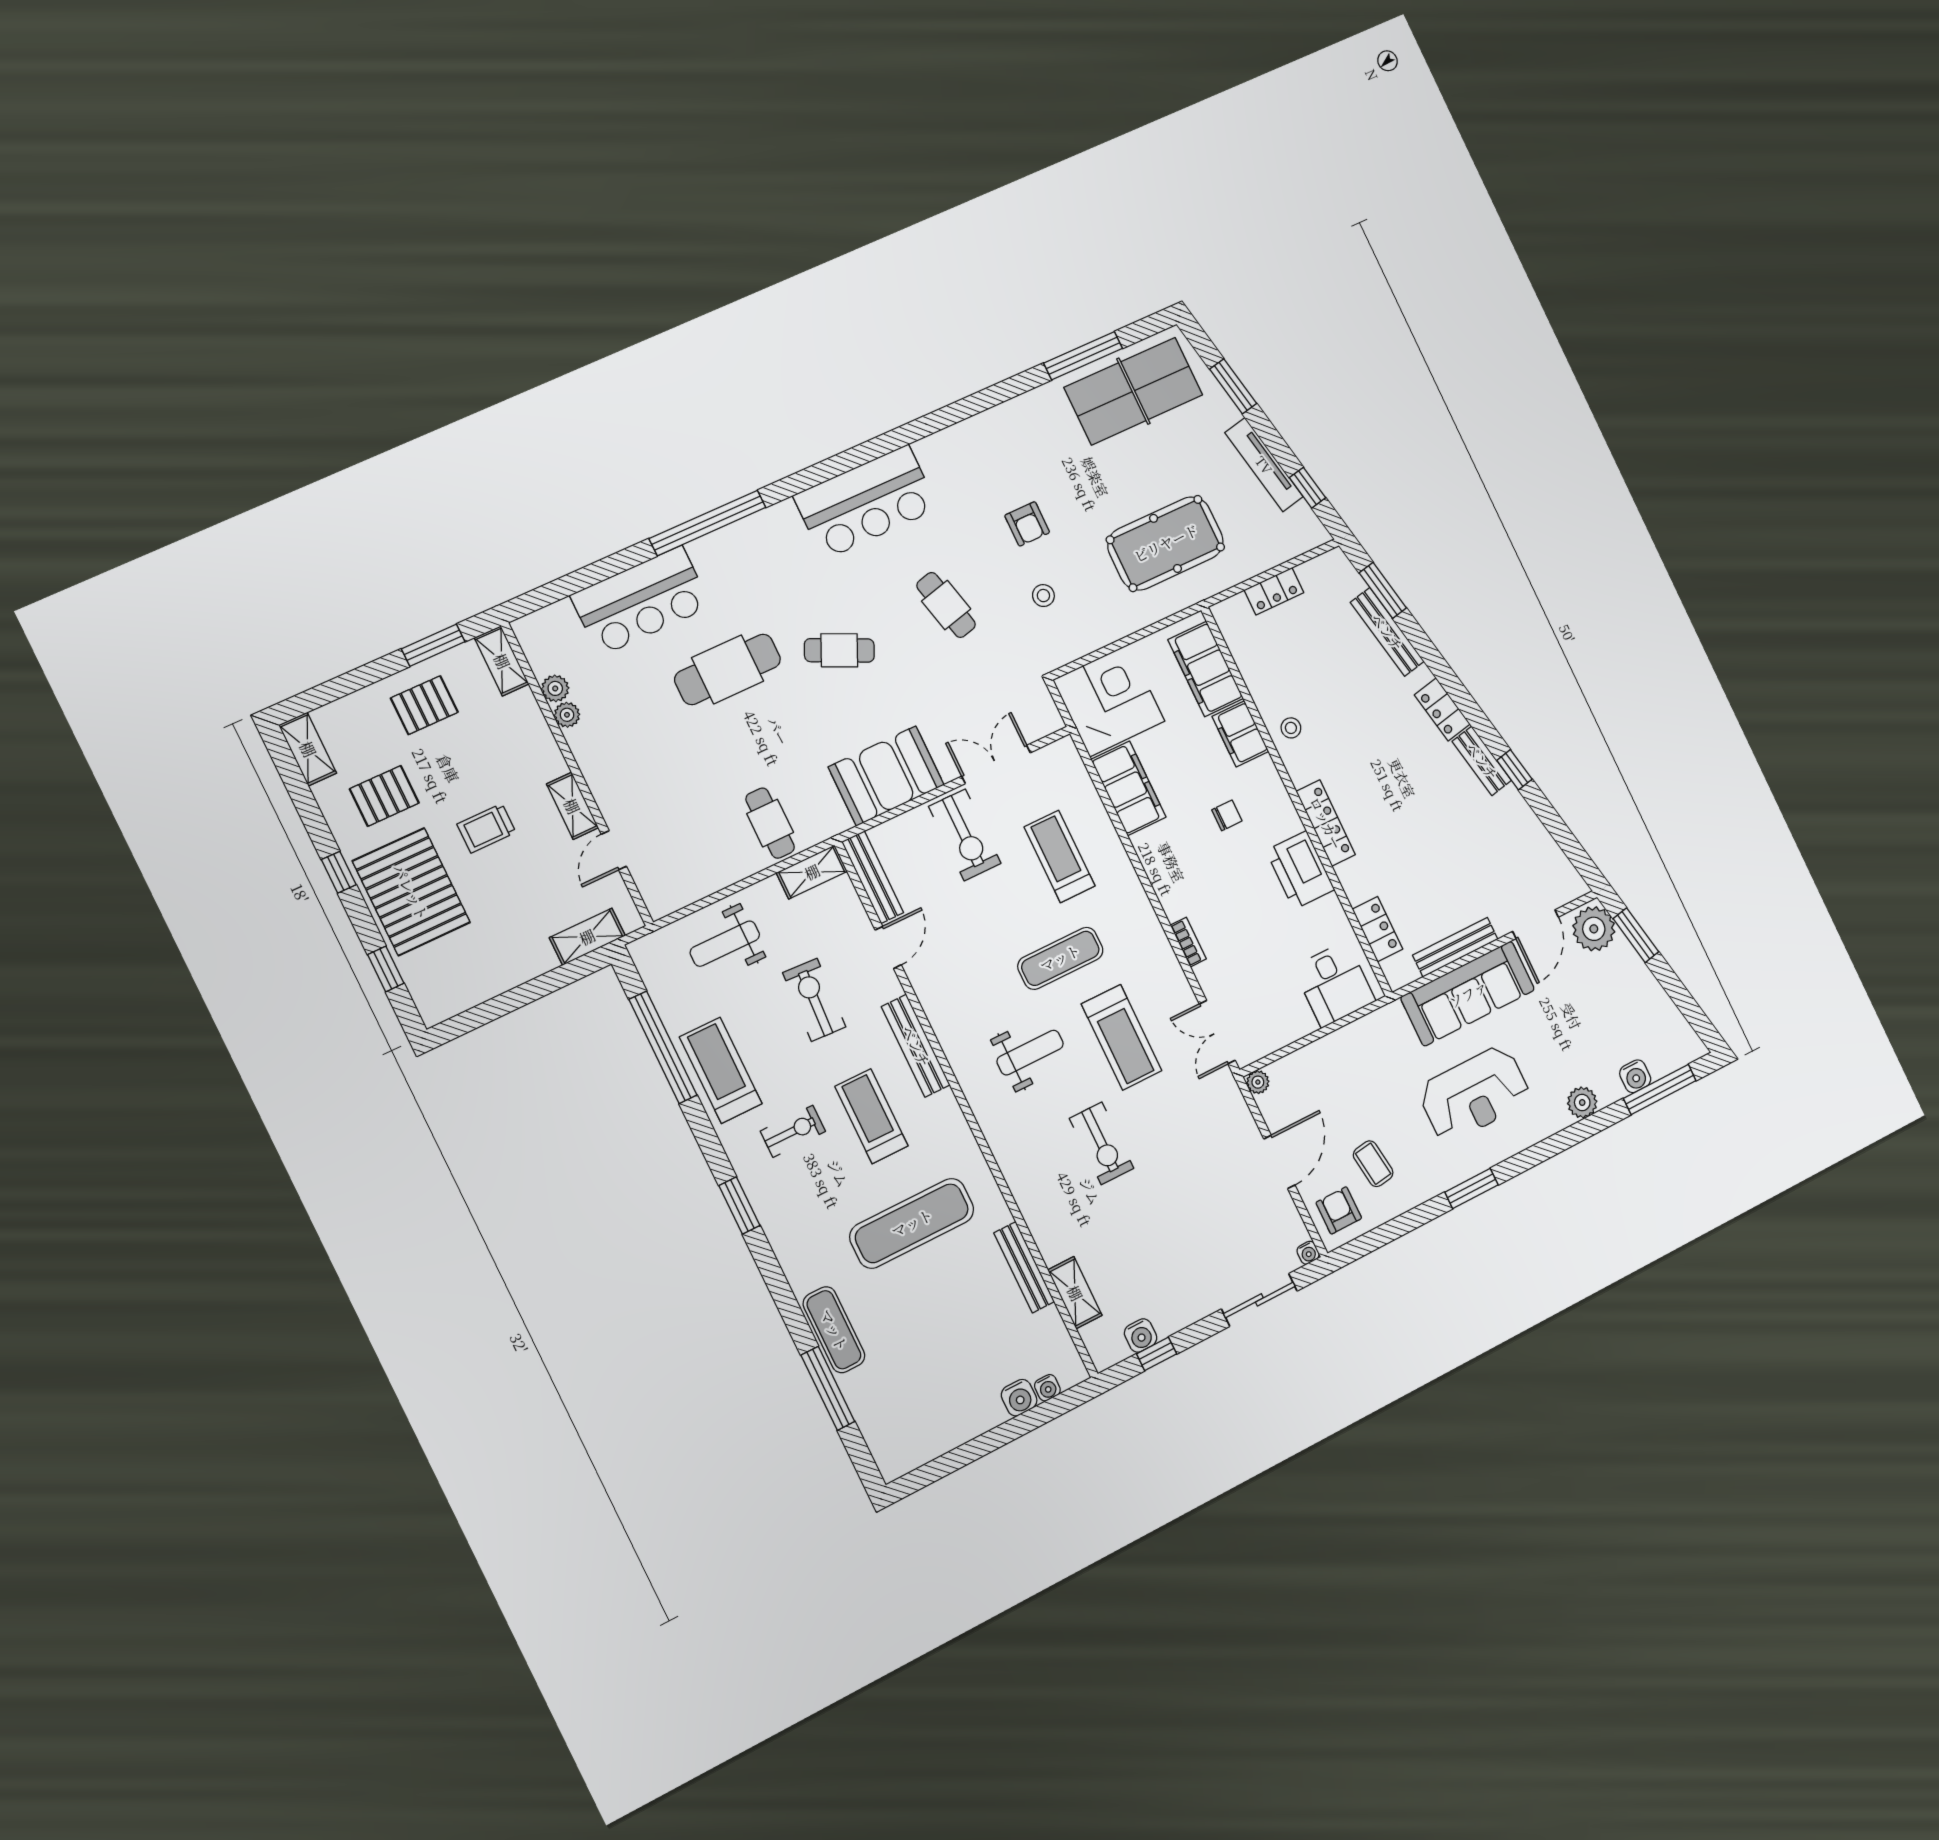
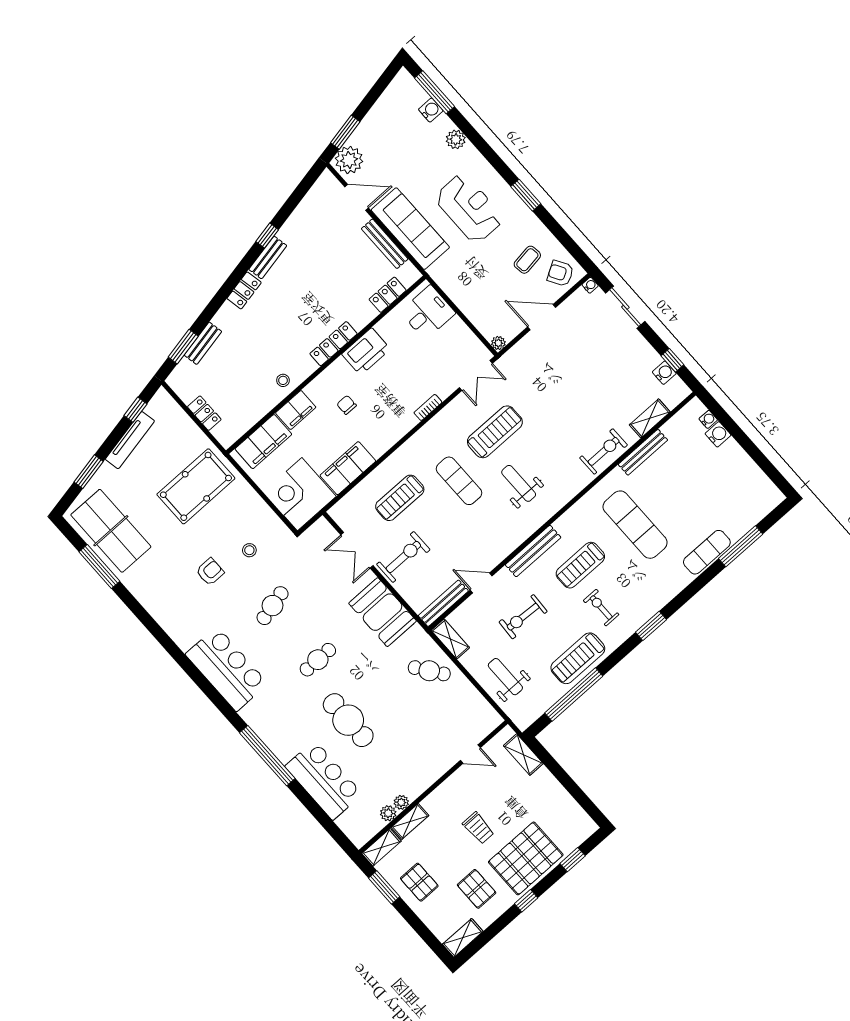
pool table: (1166, 543) -> (196, 486), turned 90
bench: (1387, 632) -> (203, 343), width x0.73
cafe table: (839, 650) -> (318, 660), turned 65
shelving: (572, 806) -> (410, 821), moved
cafe table: (770, 823) -> (429, 671), turned 54
weight bench: (725, 944) -> (505, 677), turned 180
exercise bike: (1102, 1143) -> (604, 451), moved
armchair: (1339, 1210) -> (560, 273), turned 59

